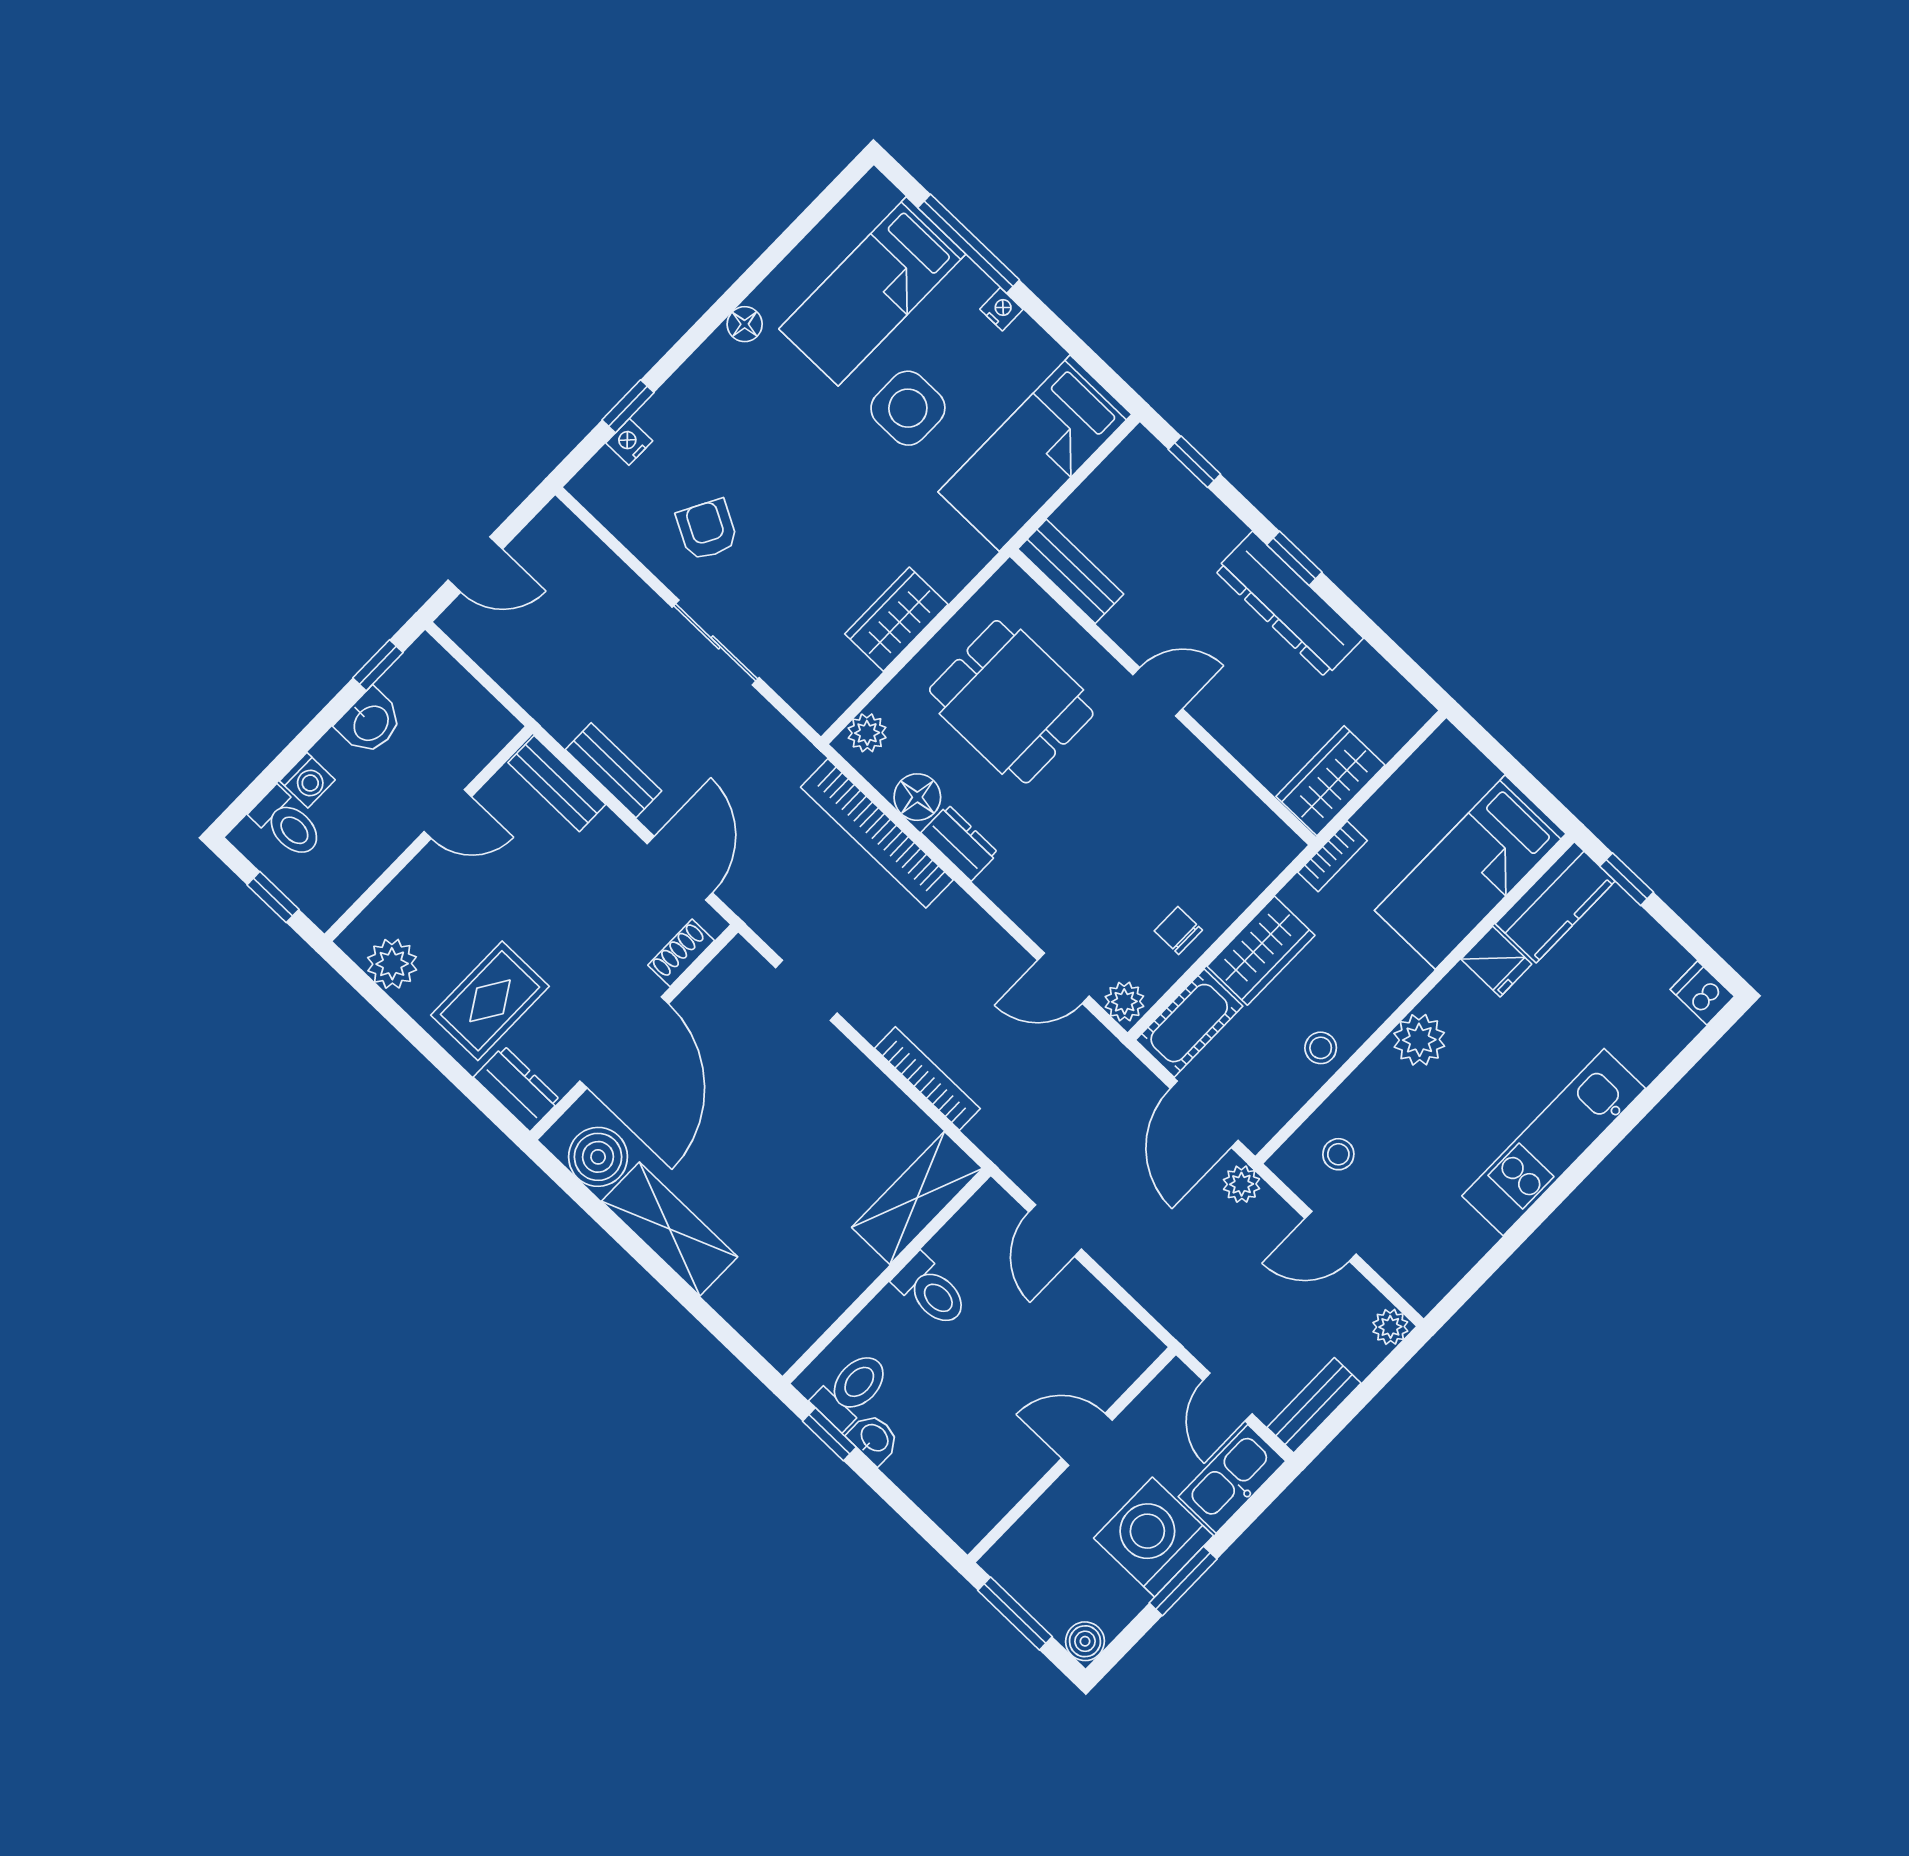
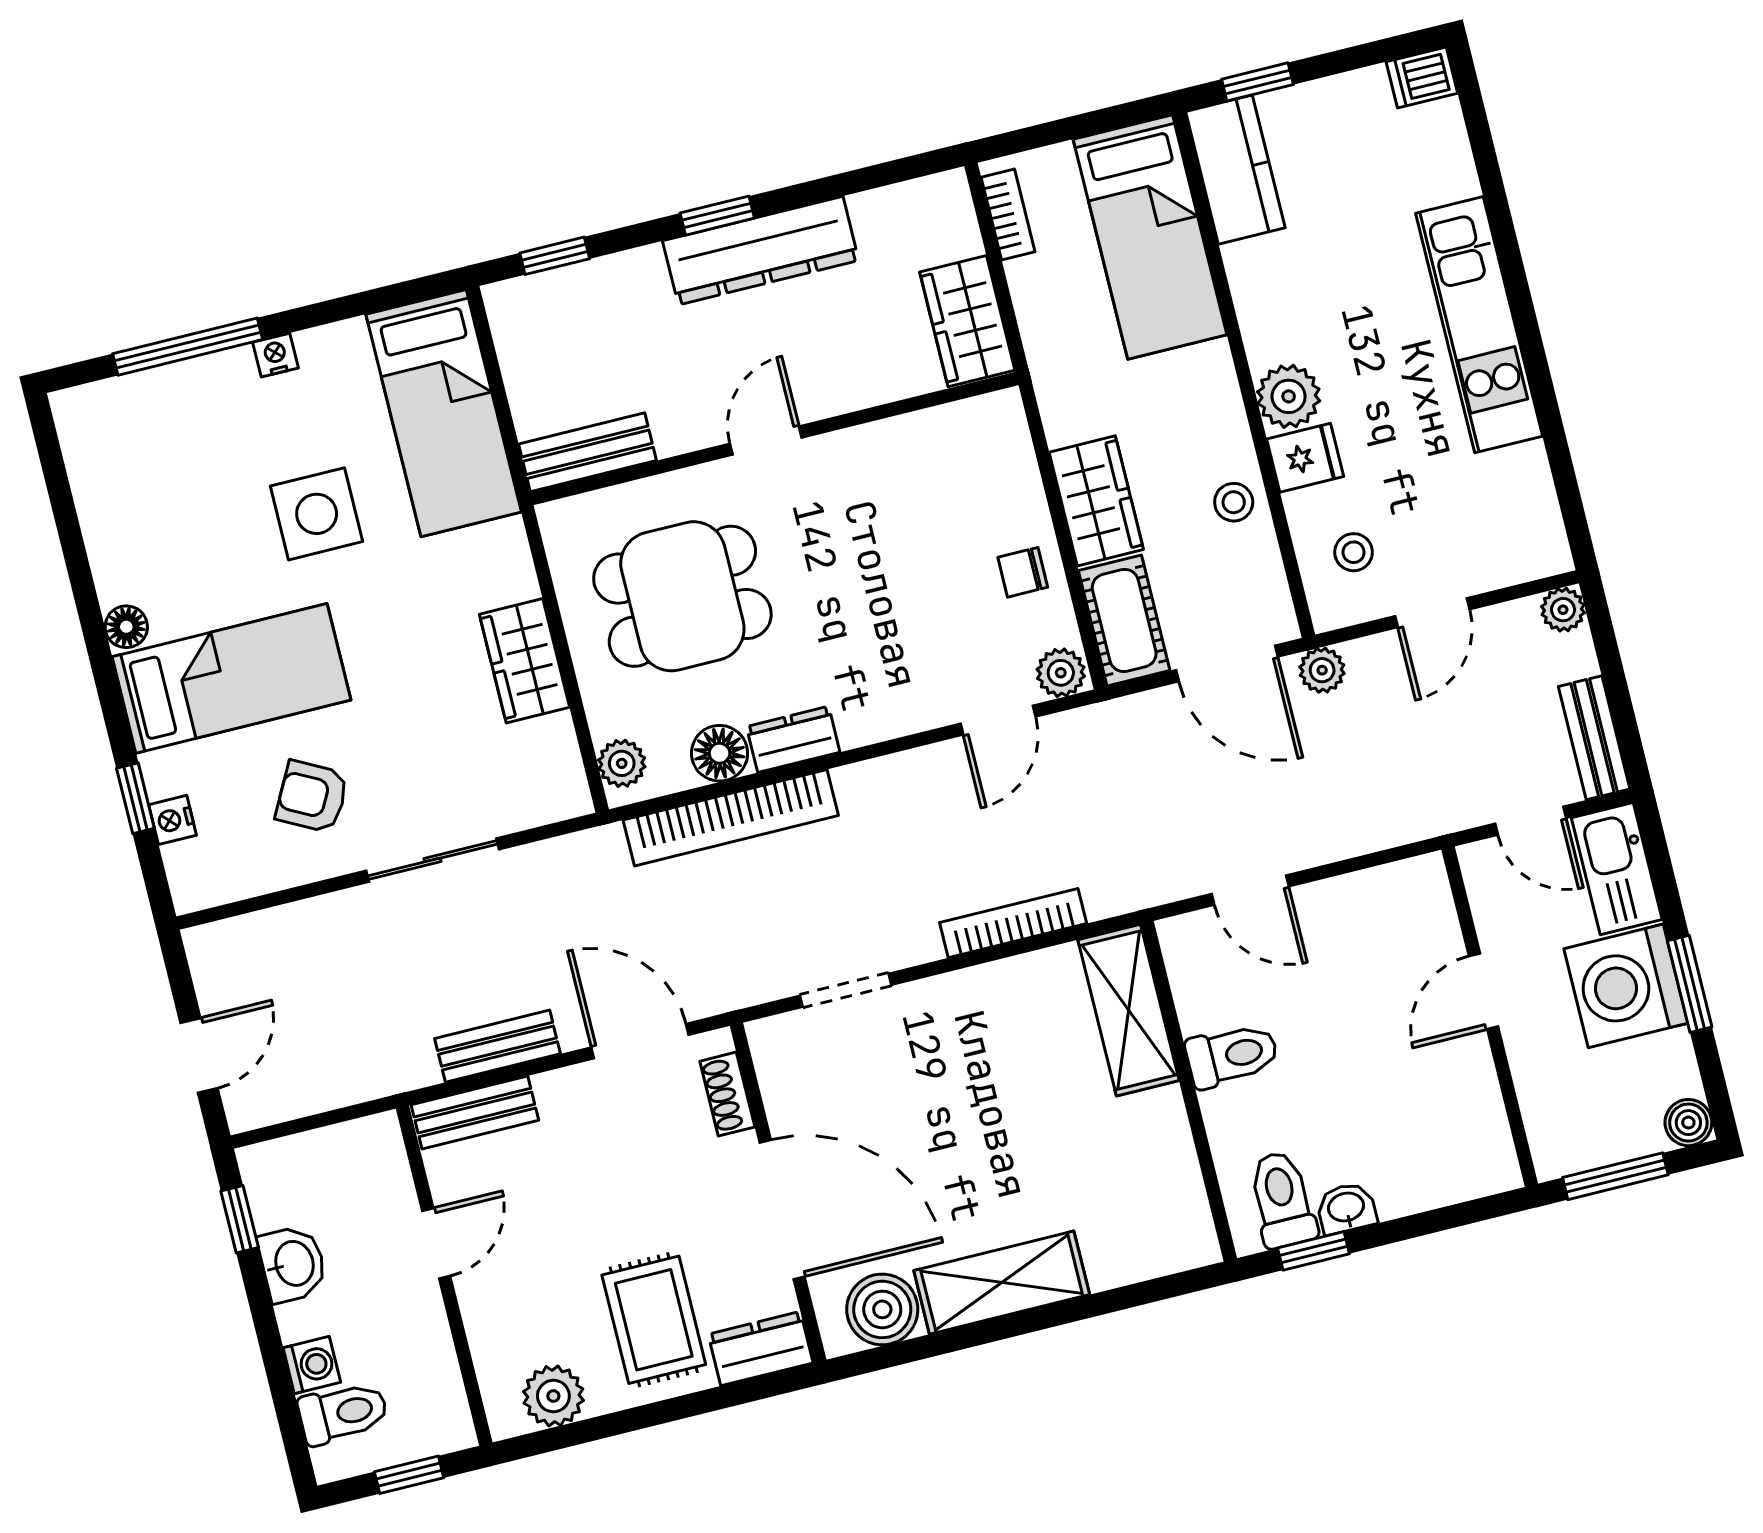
bed: (872, 291) -> (231, 678), moved, turned -90
bookcase: (1333, 856) -> (1008, 215), moved
fridge: (1496, 962) -> (1305, 458), moved

